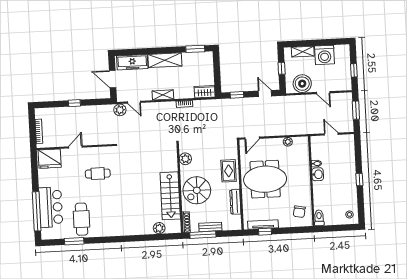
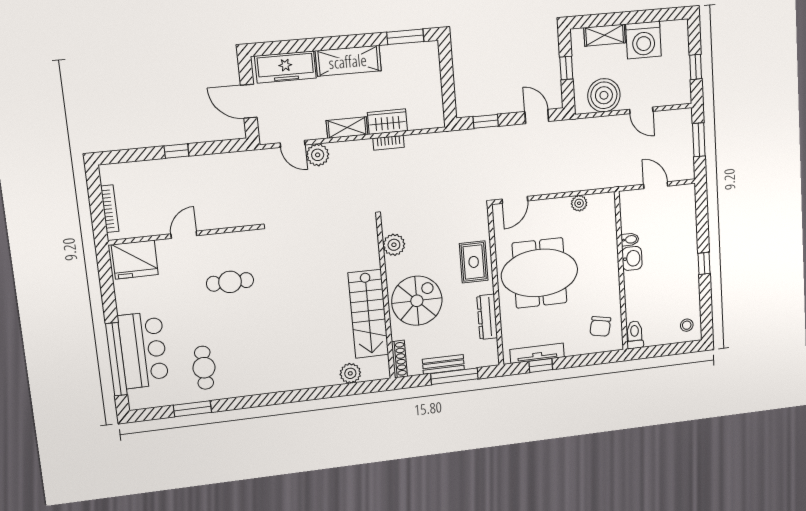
wardrobe: (205, 92) -> (387, 122), moved
plant: (120, 110) -> (318, 155), moved
spiral stairs: (197, 190) -> (417, 301), turned 180
cafe table: (82, 219) -> (204, 368), width x0.73, depth x0.74
window: (203, 235) -> (454, 376), moved

